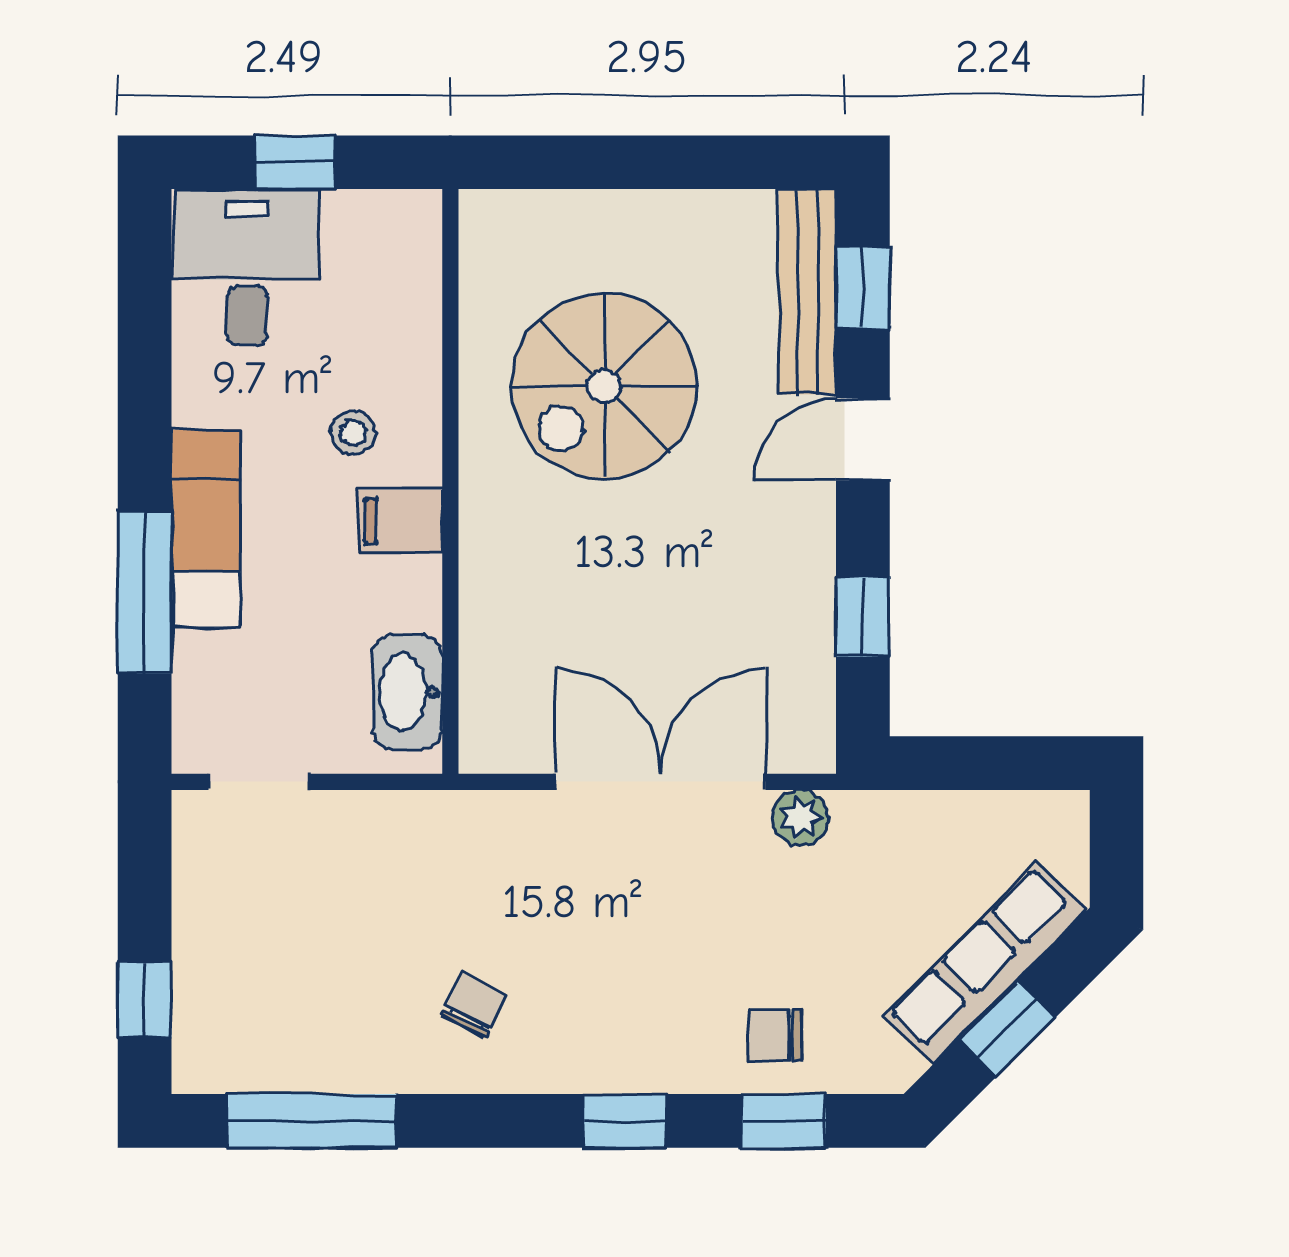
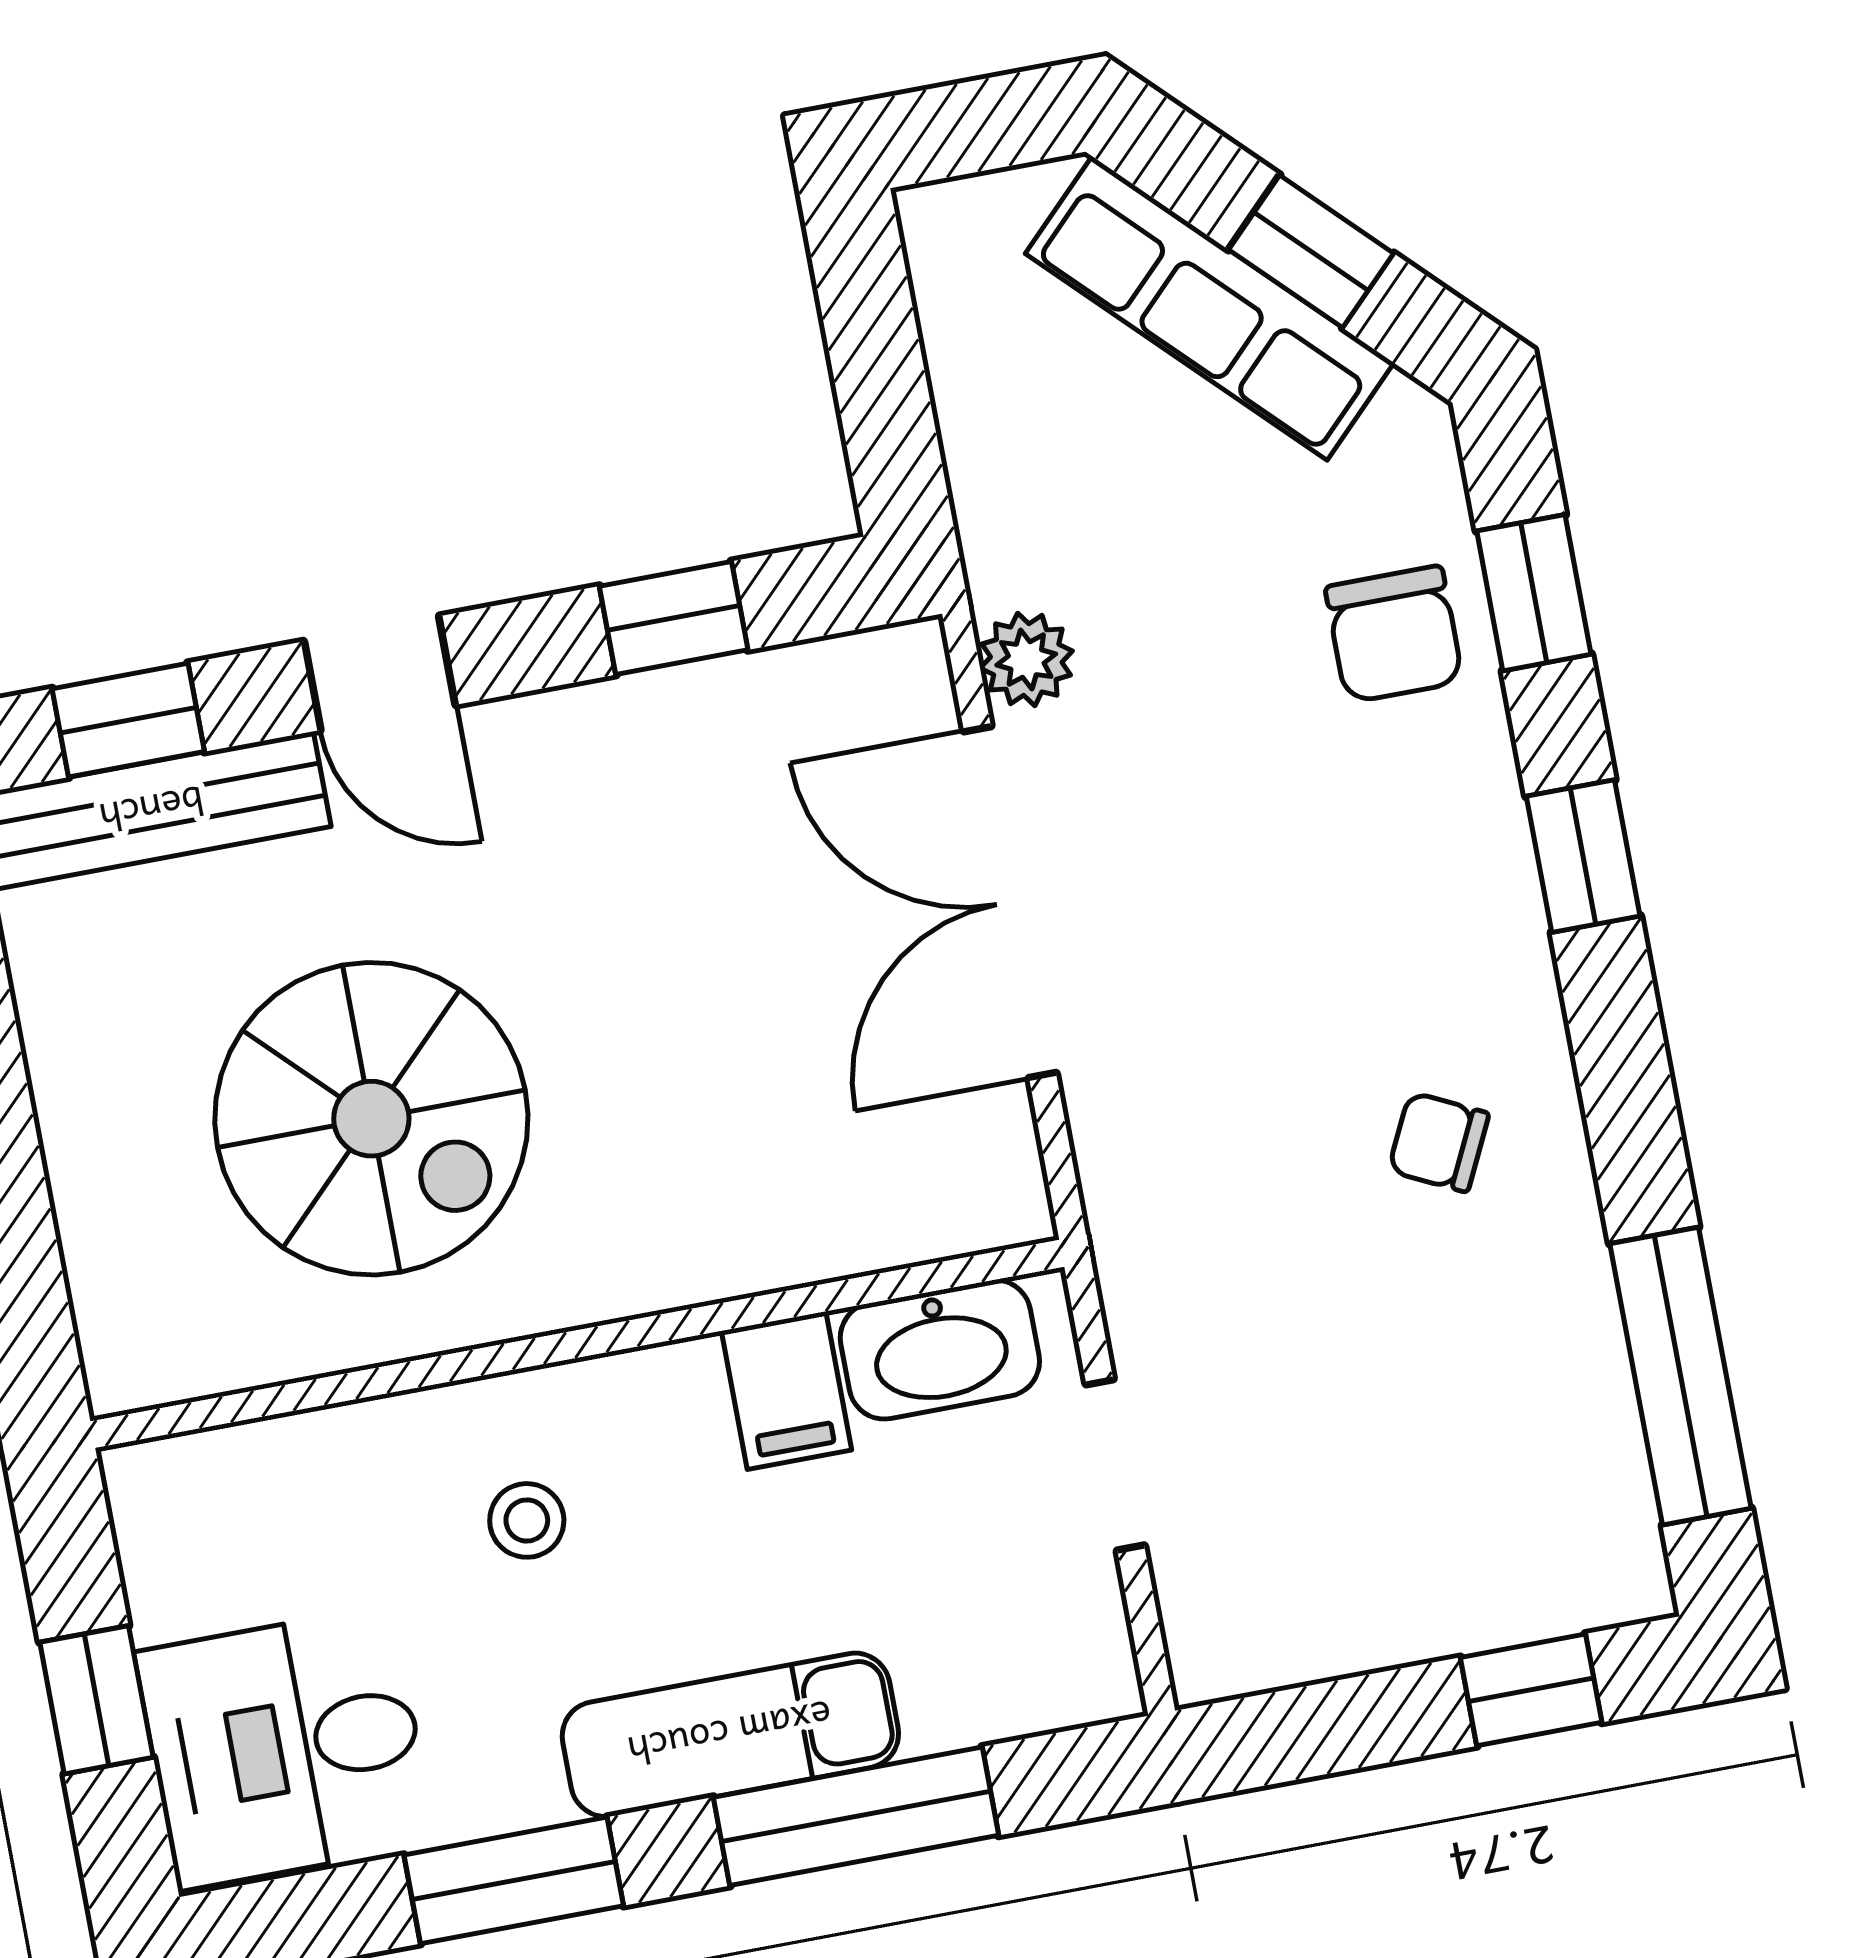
window: (145, 386) -> (514, 1880), added
filing cabinet: (400, 521) -> (786, 1390), moved
doorway: (259, 782) -> (1115, 1465), moved
chair: (775, 1035) -> (1394, 634), width x1.37, depth x1.37

